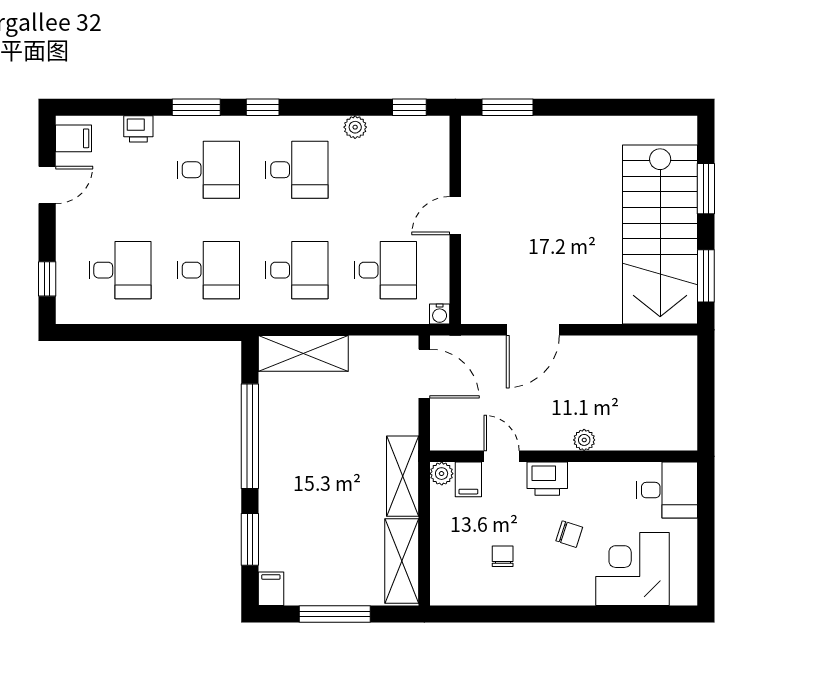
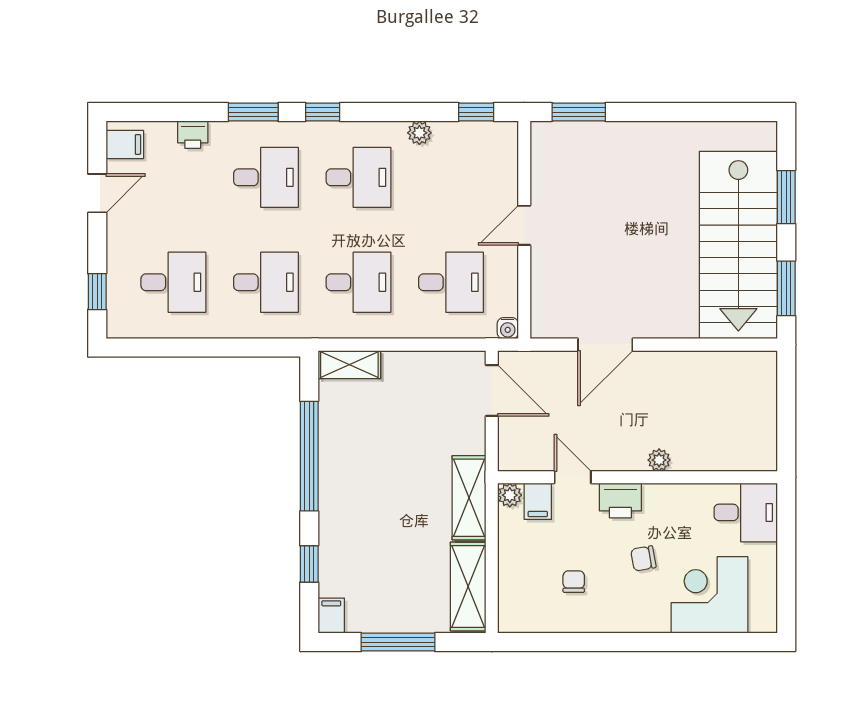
shelving: (303, 353) -> (349, 365), width x0.67, depth x0.75
chair: (569, 534) -> (643, 558), turned 152
window: (250, 539) -> (309, 564), width x0.67

